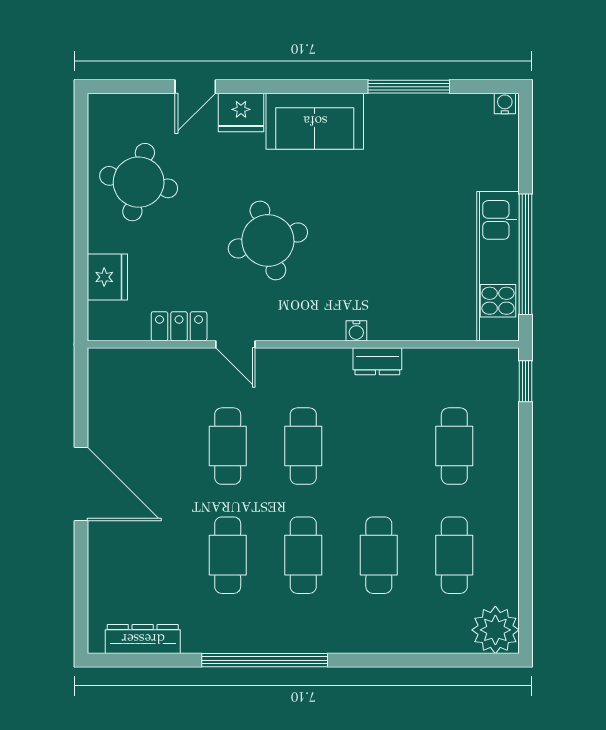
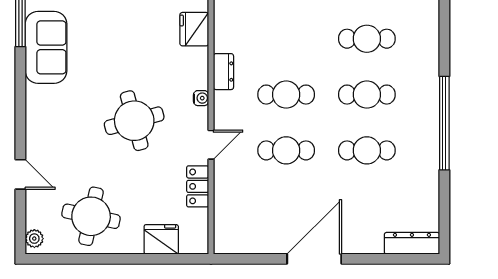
plant: (108, 105) -> (34, 239), added
fridge: (241, 113) -> (194, 29), moved, turned 180
sofa: (315, 121) -> (46, 47), moved
water cooler: (356, 331) -> (201, 98), moved
dresser: (377, 361) -> (223, 72), moved
dresser: (143, 639) -> (412, 243), moved, turned 90

